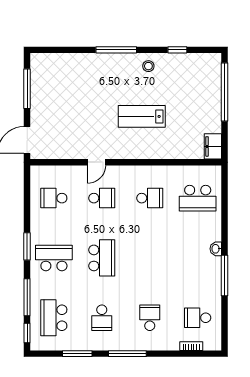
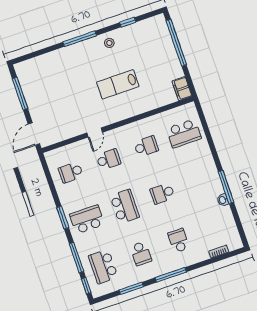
washbasin: (216, 249) -> (223, 200), moved
school desk: (198, 318) -> (162, 193), moved

